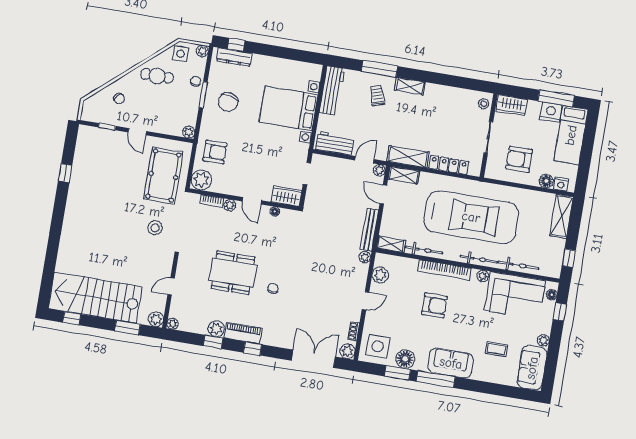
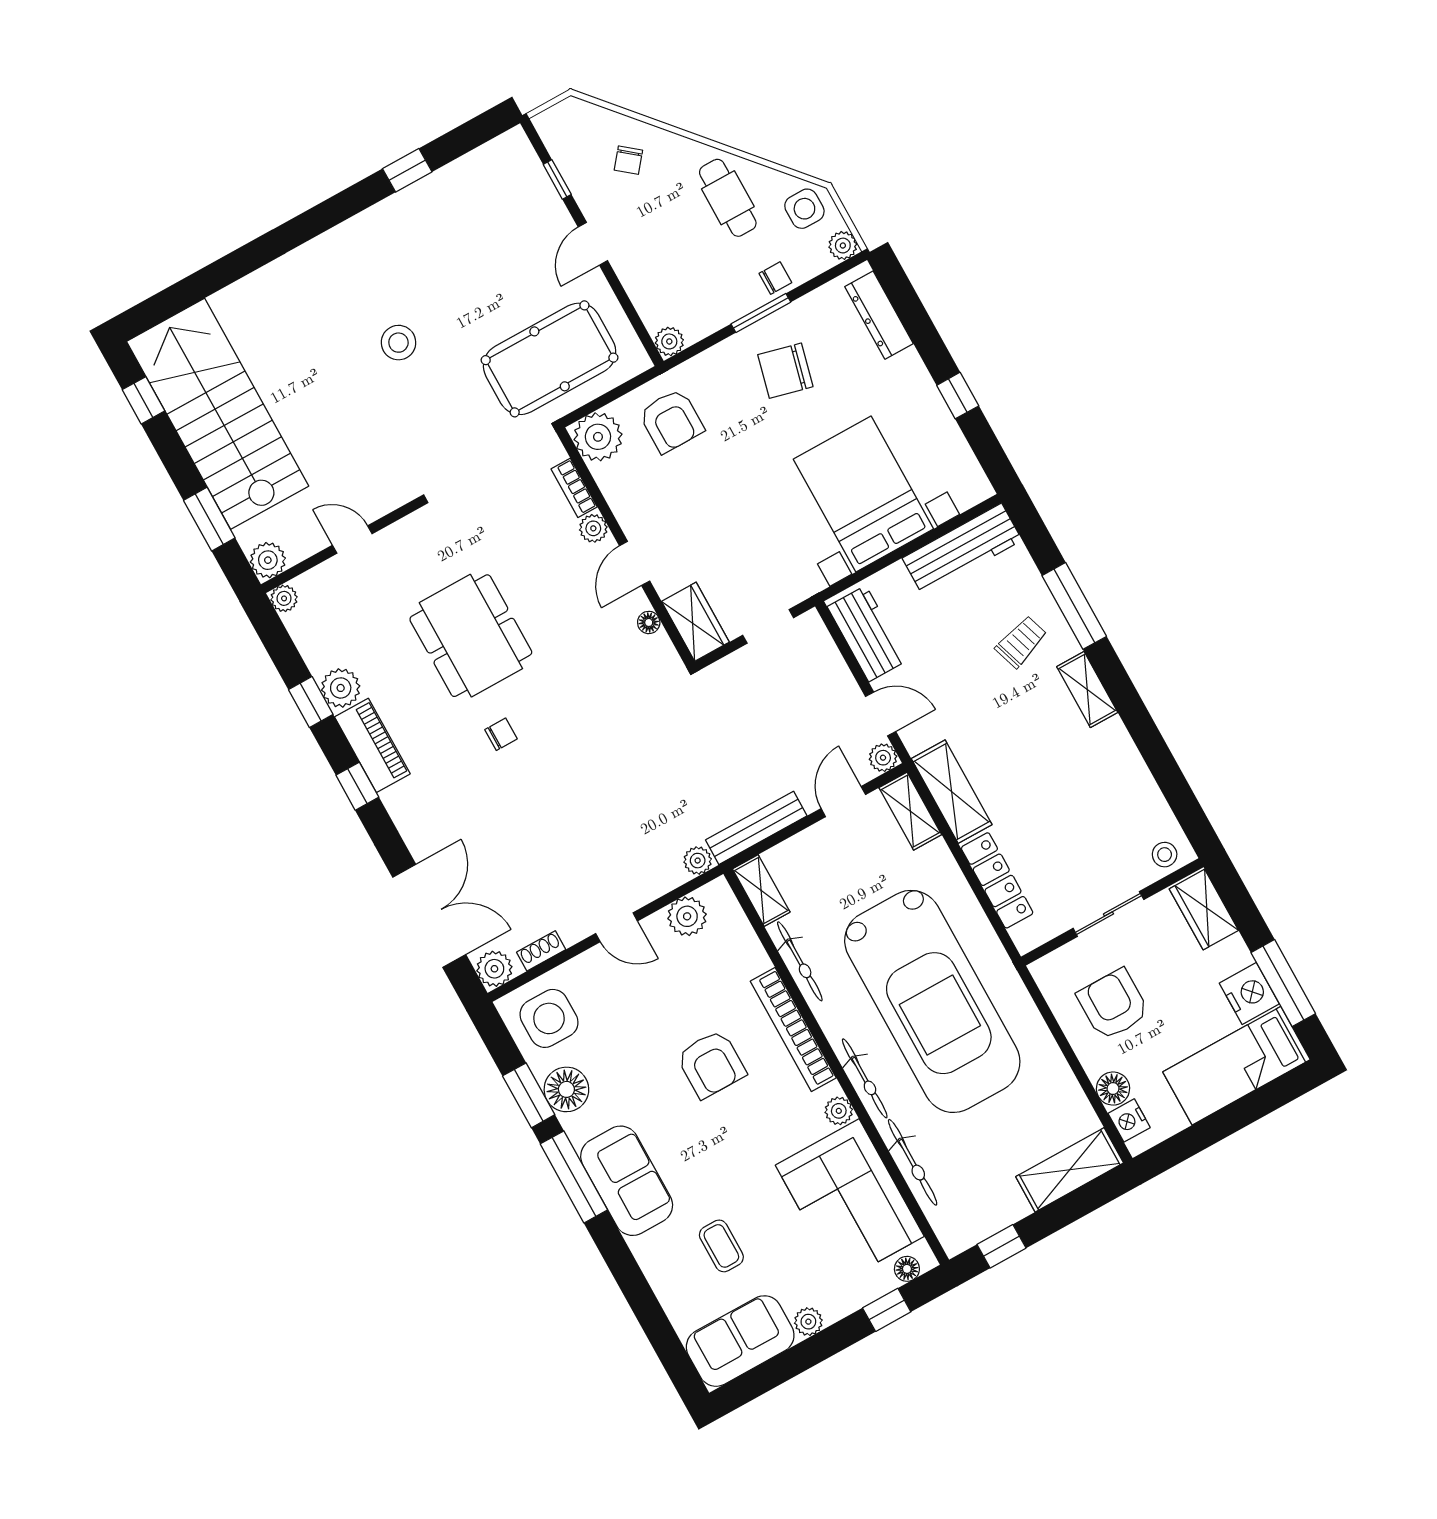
window: (236, 45) -> (958, 396), moved
stool: (155, 228) -> (398, 343), moved

